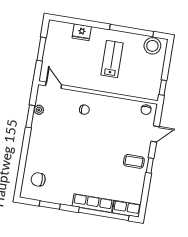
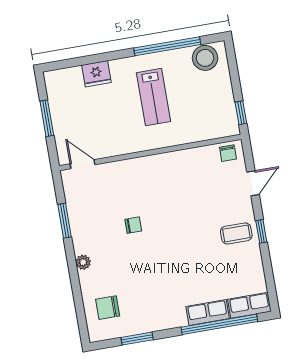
lab bench: (112, 59) -> (154, 97), turned 180
plant: (39, 110) -> (83, 262), moved
chair: (84, 110) -> (133, 225), moved
row of seats: (93, 203) -> (208, 313), width x0.68

